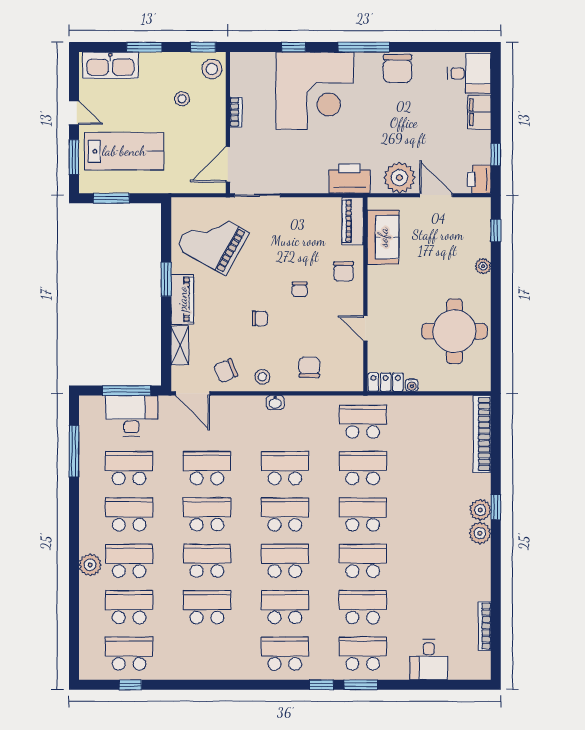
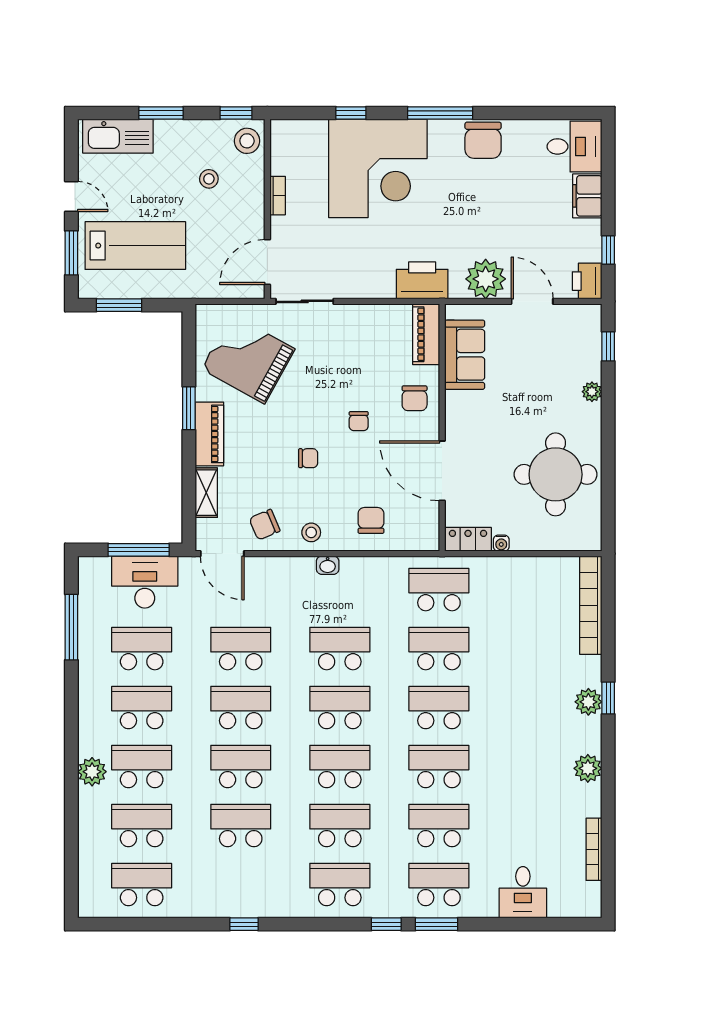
door: (365, 328) -> (442, 471), width x1.88
plant: (480, 533) -> (588, 768), moved
window: (130, 685) -> (244, 924), moved

